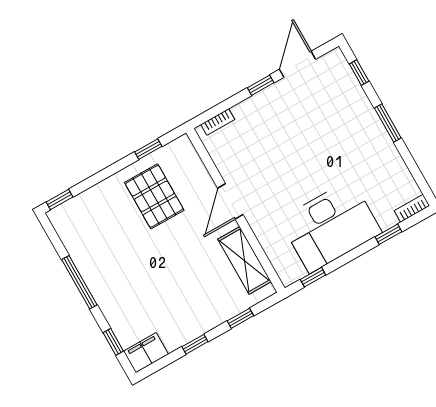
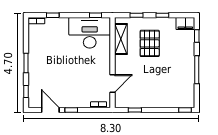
door: (298, 64) -> (50, 110), swing flipped
pallet: (154, 196) -> (150, 43), moved
door: (230, 201) -> (112, 83), moved
desk: (330, 226) -> (90, 33), moved

